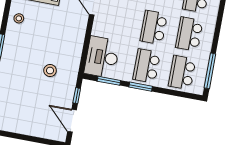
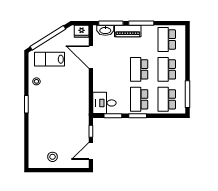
desk: (102, 57) -> (104, 103), width x0.73
stool: (50, 71) -> (53, 157), moved
door: (72, 121) -> (91, 151), hinge flipped

